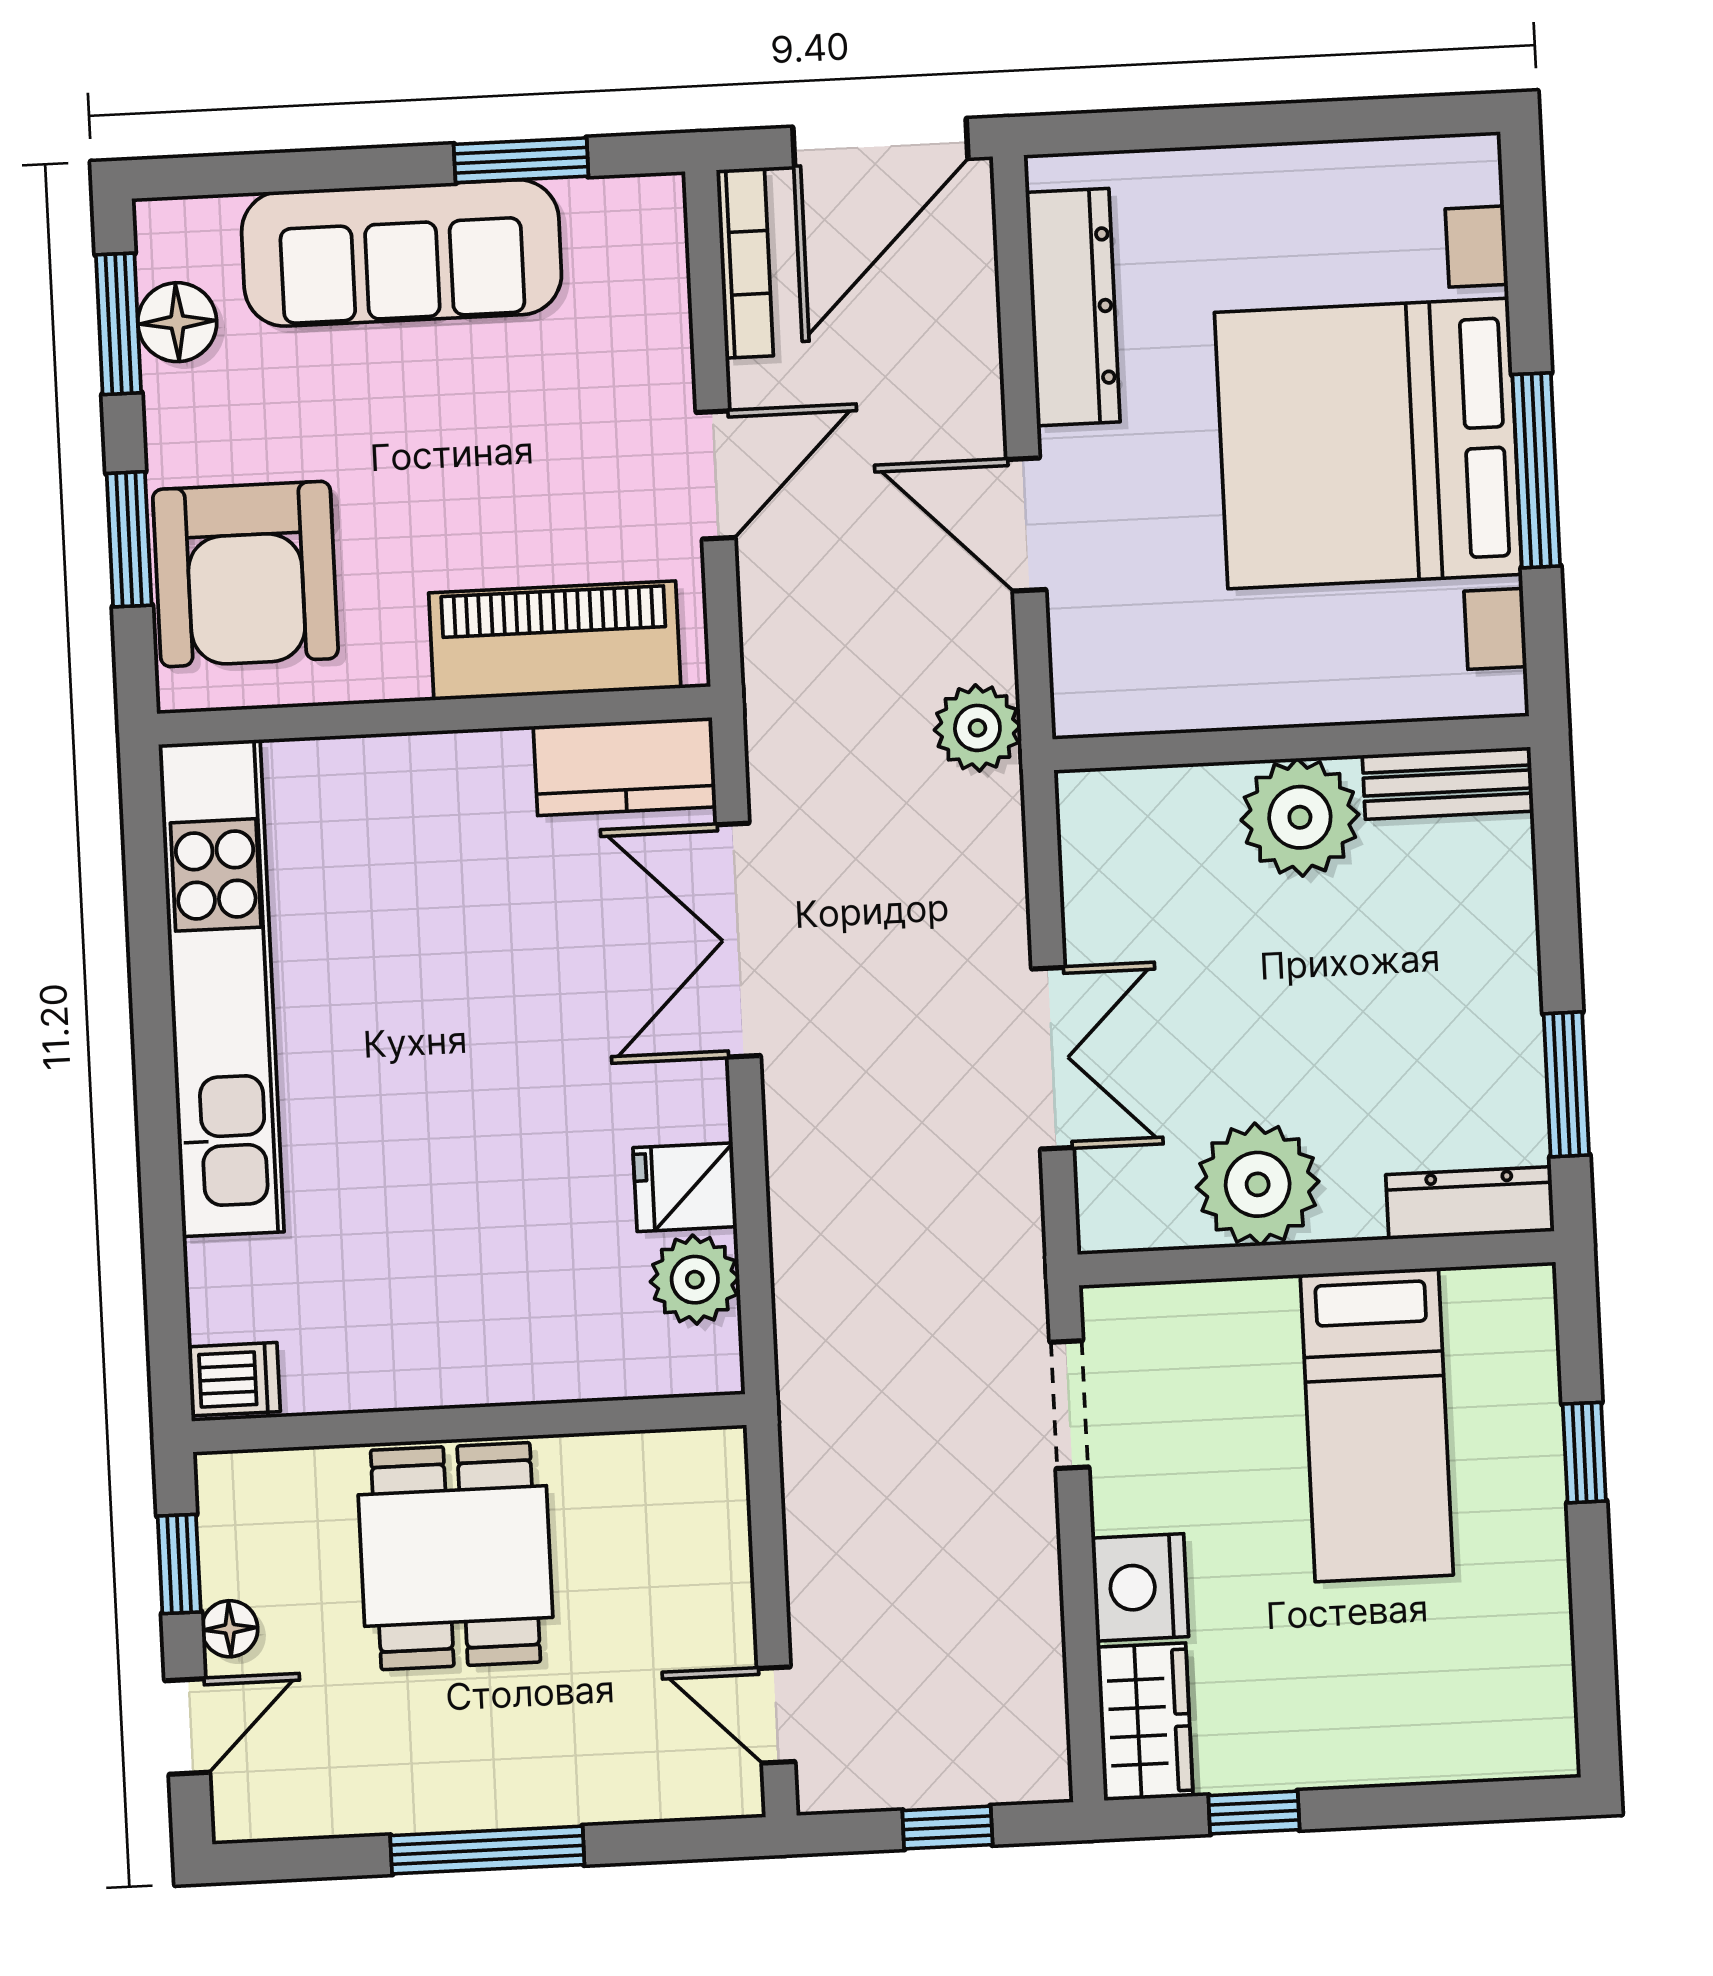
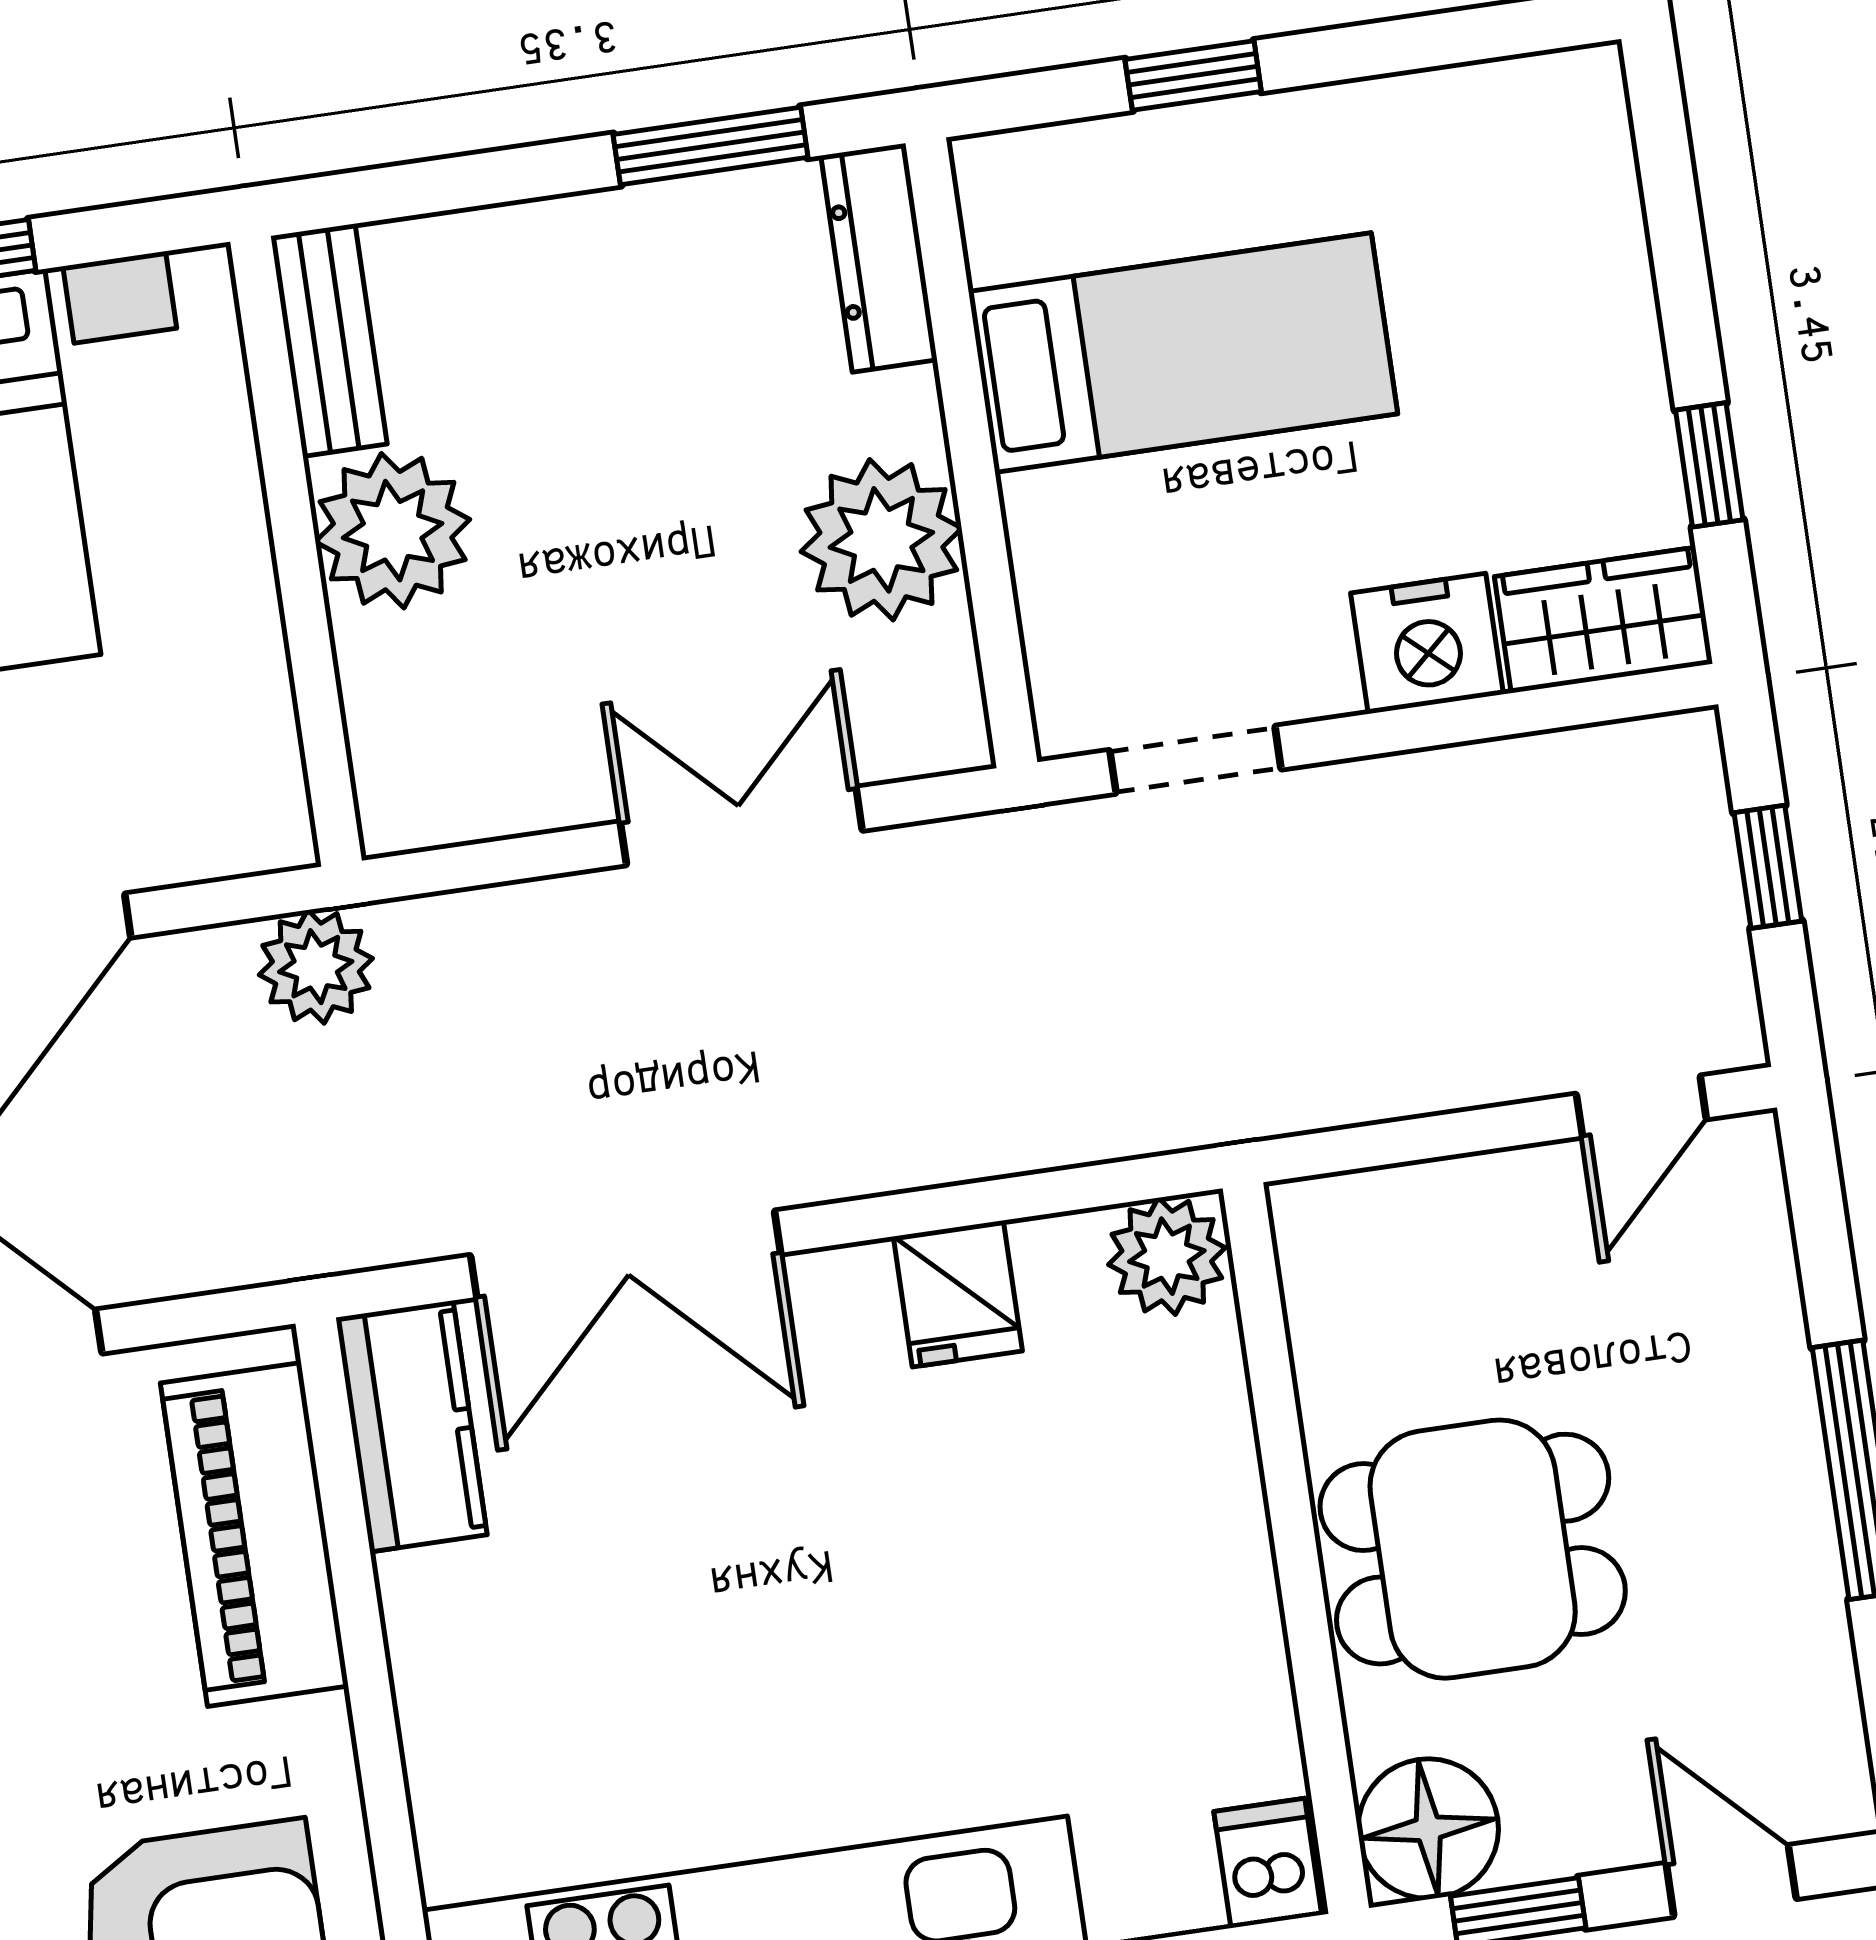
plant: (695, 1280) -> (1167, 1256), moved
floor lamp: (230, 1629) -> (1428, 1829), moved, width x1.89, depth x1.89

